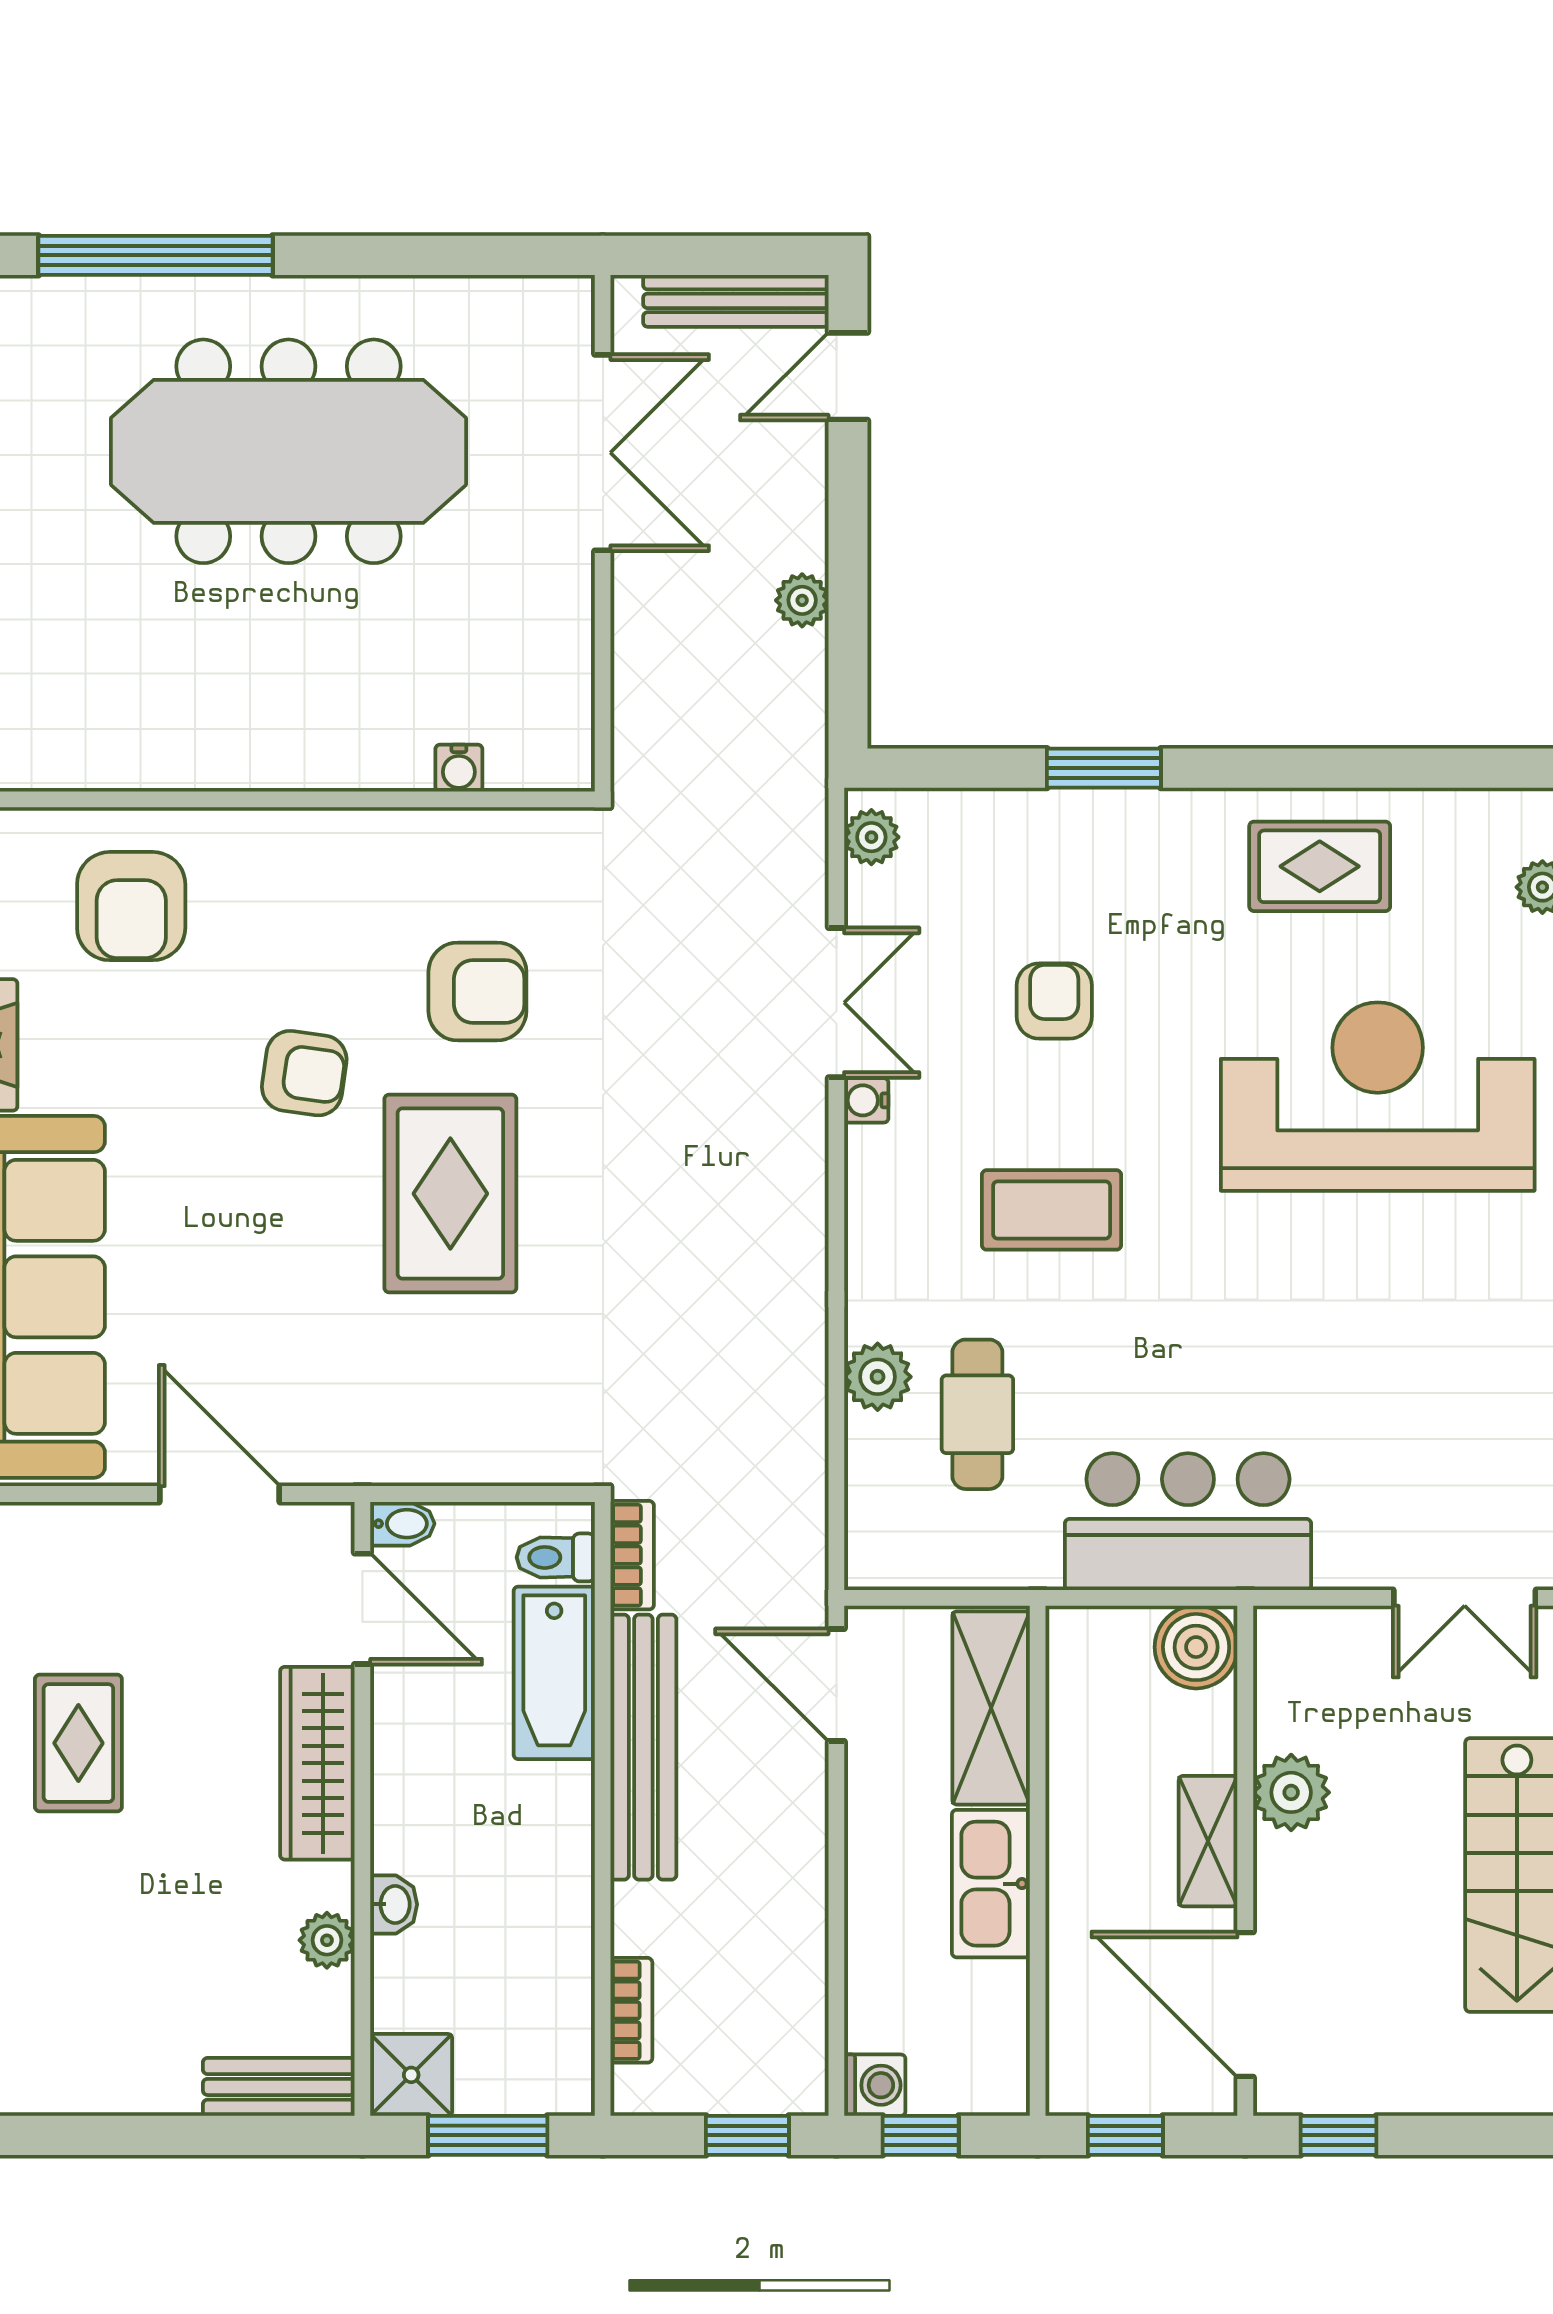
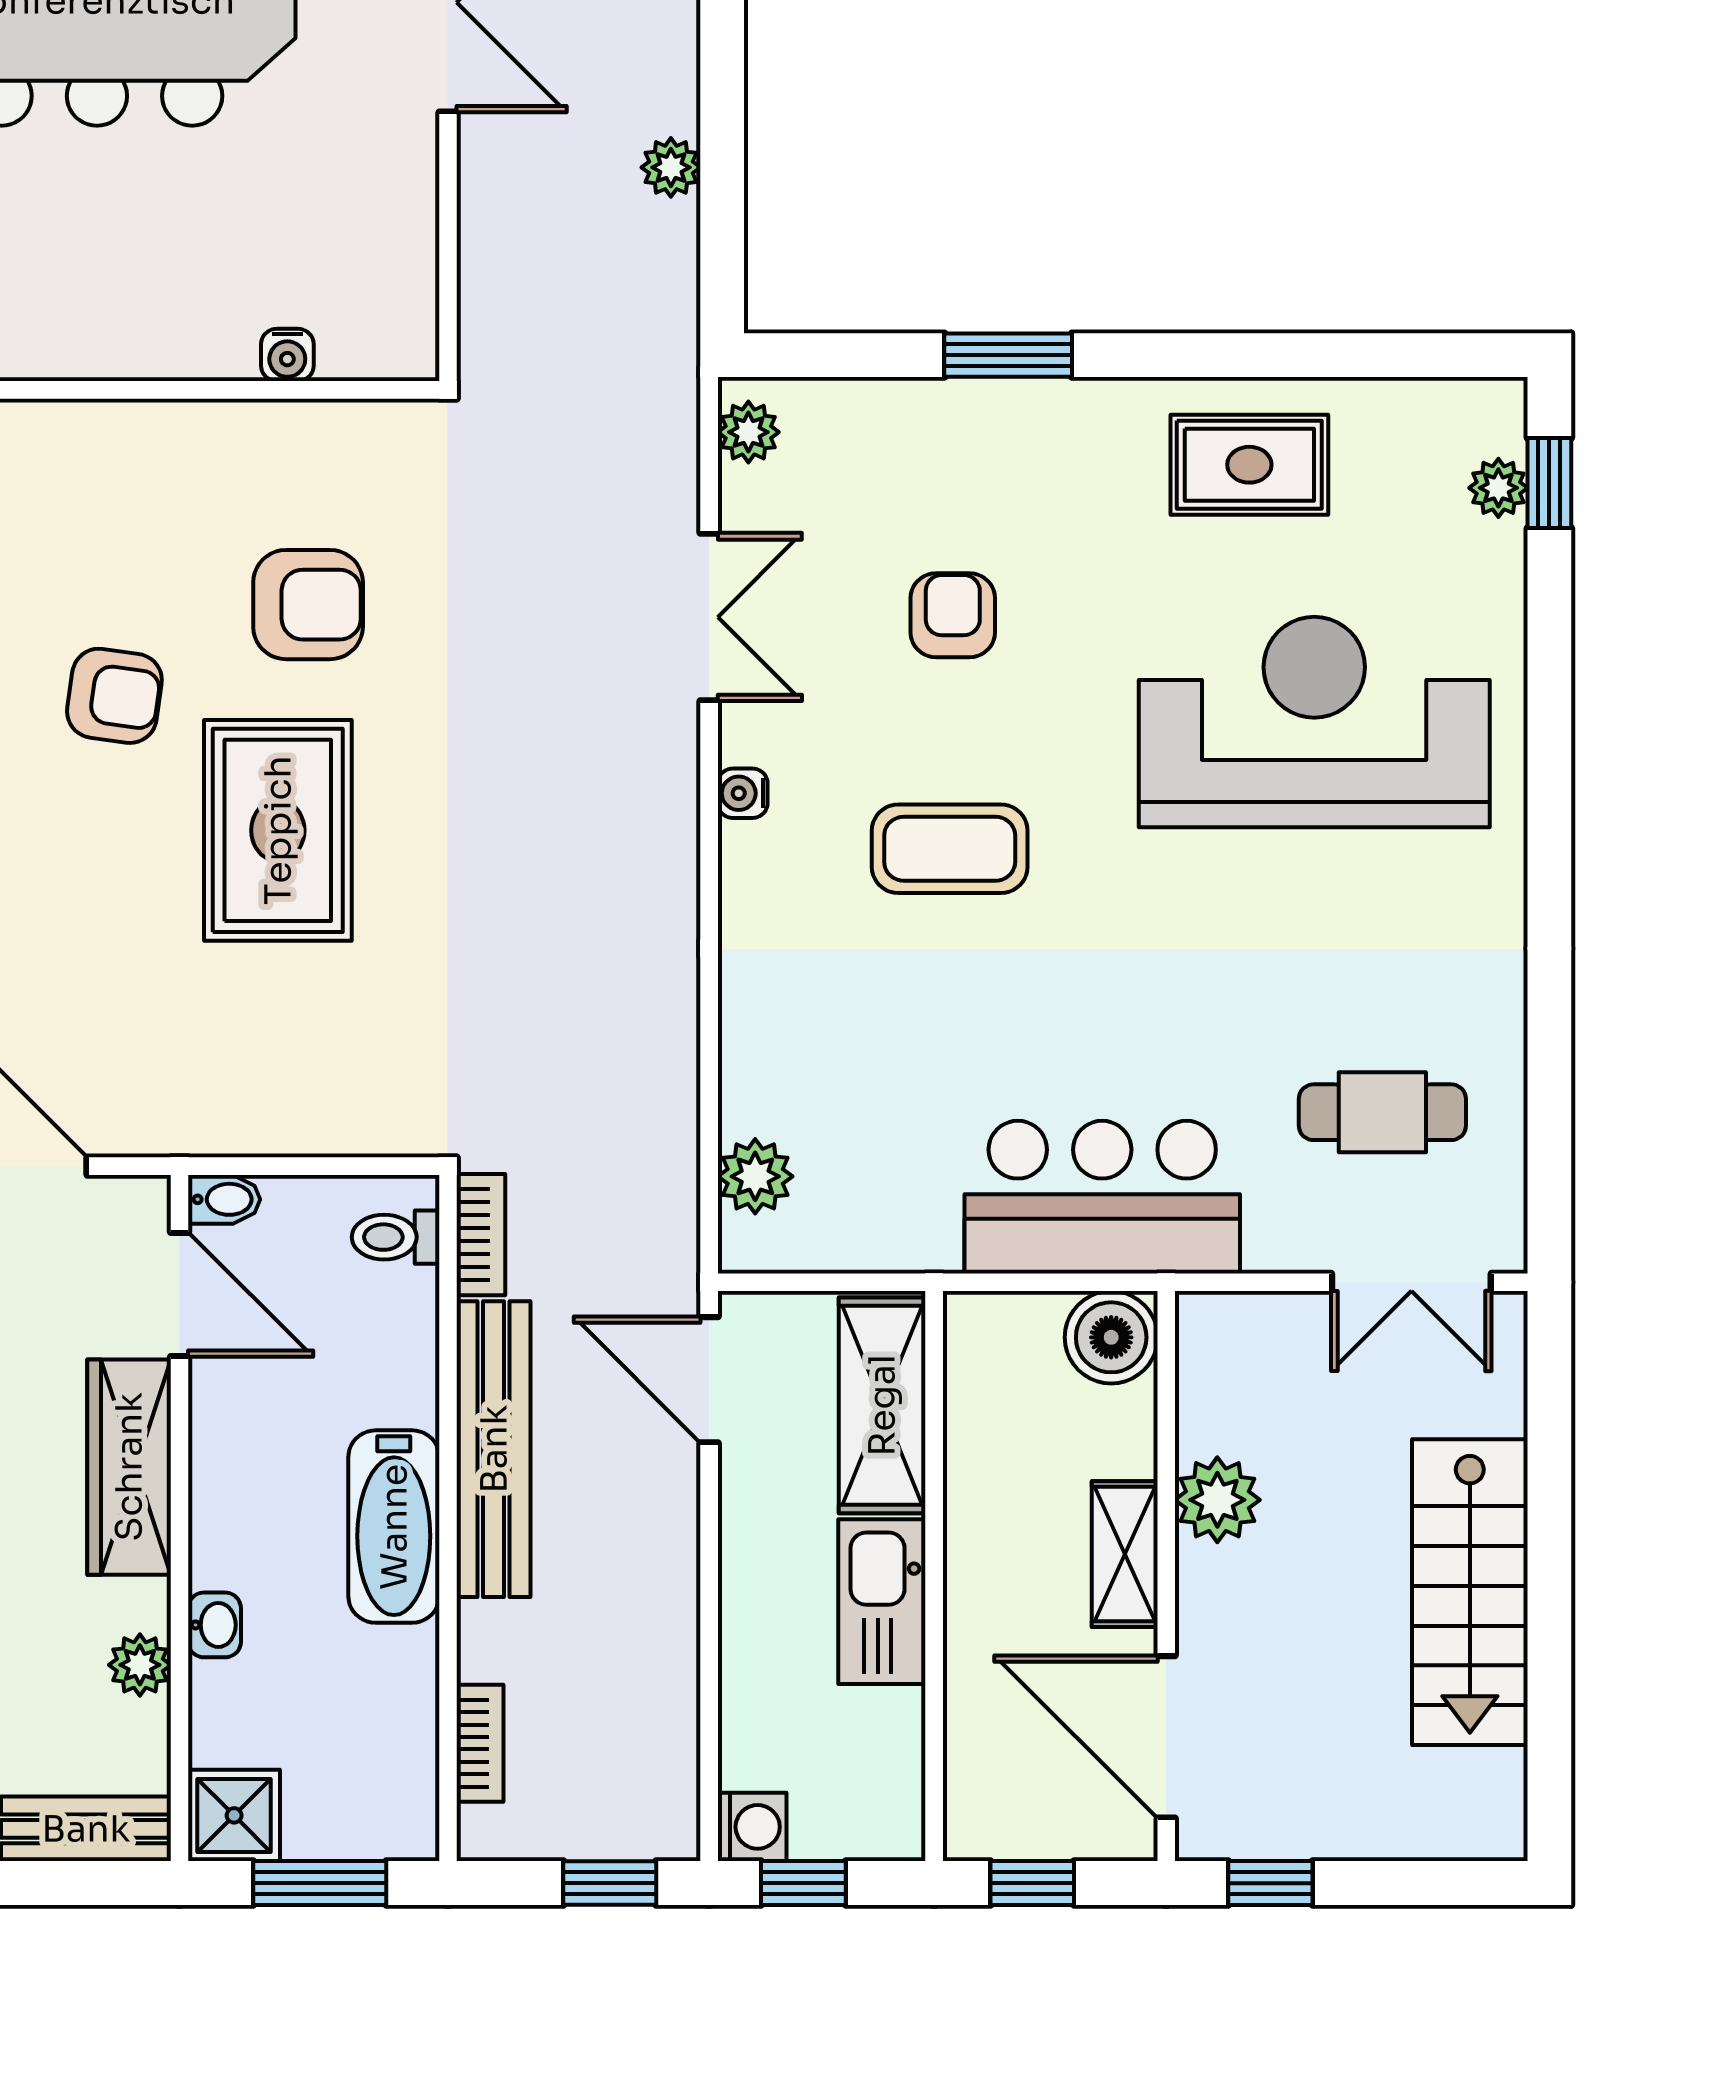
water cooler: (866, 1100) -> (743, 793), moved
plant: (878, 1377) -> (755, 1176), moved
cafe table: (977, 1414) -> (1382, 1112), moved, turned 90
bathtub: (554, 1673) -> (394, 1527), moved

